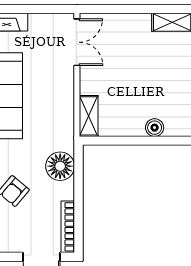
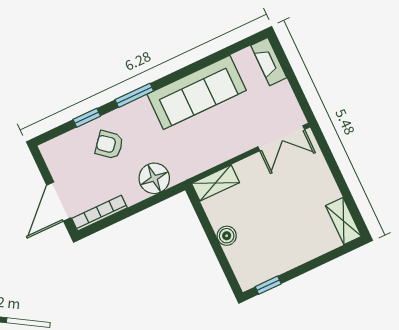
boiler: (155, 128) -> (227, 236), moved

